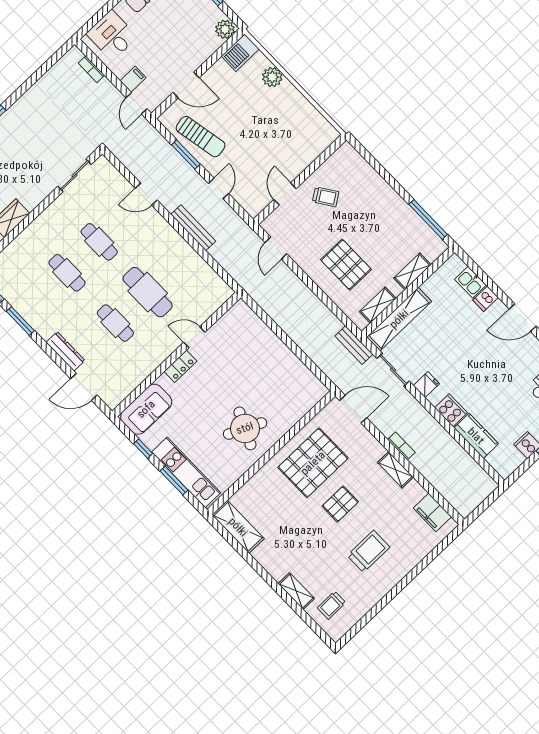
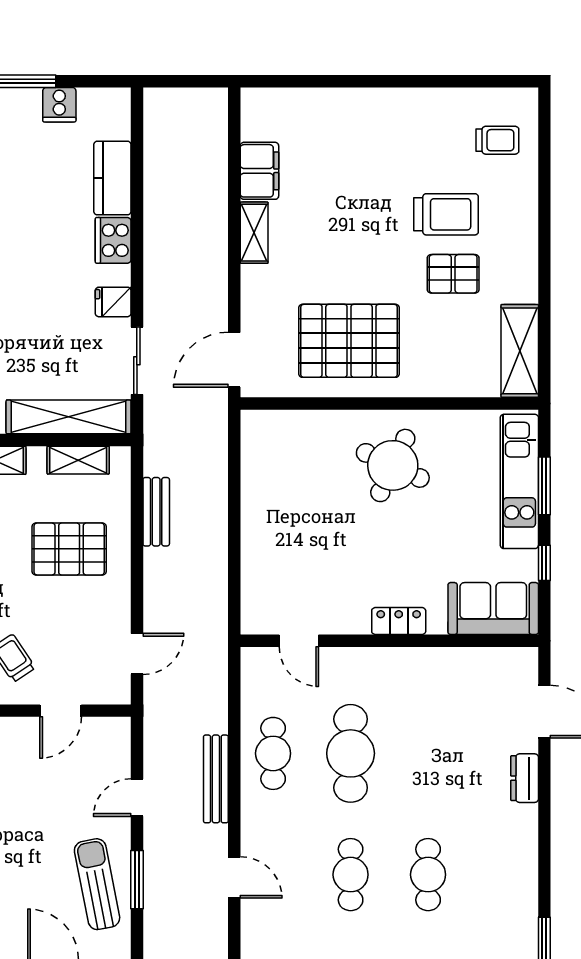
pallet: (346, 265) -> (69, 549), turned 90
window: (20, 321) -> (544, 870), removed
cafe table: (115, 323) -> (273, 753), moved
door: (194, 337) -> (299, 641), moved
bench: (354, 345) -> (156, 512), moved
dresser: (65, 351) -> (525, 778), width x0.70
door: (353, 409) -> (234, 360), hinge flipped
bookcase: (401, 446) -> (218, 255), removed
pallet: (340, 504) -> (453, 274), moved
filing cabinet: (432, 512) -> (259, 171), moved
trolley: (369, 551) -> (446, 214), moved, turned 180
shelving: (296, 591) -> (524, 200), removed

